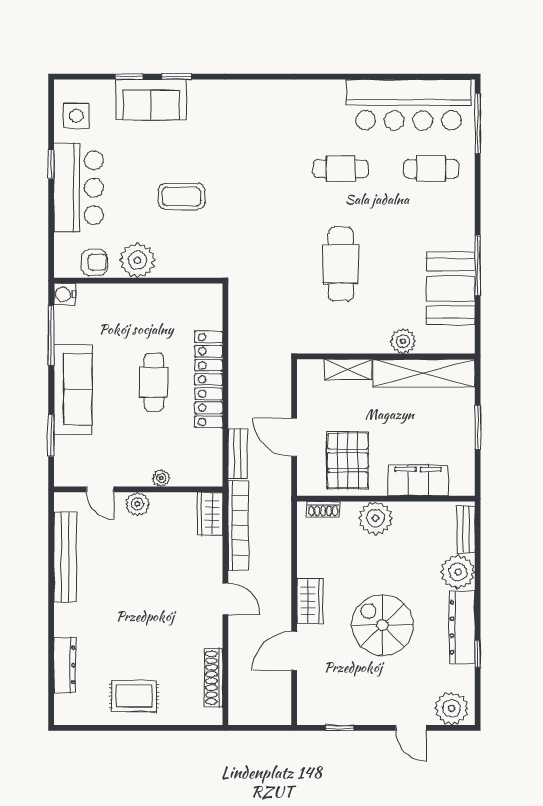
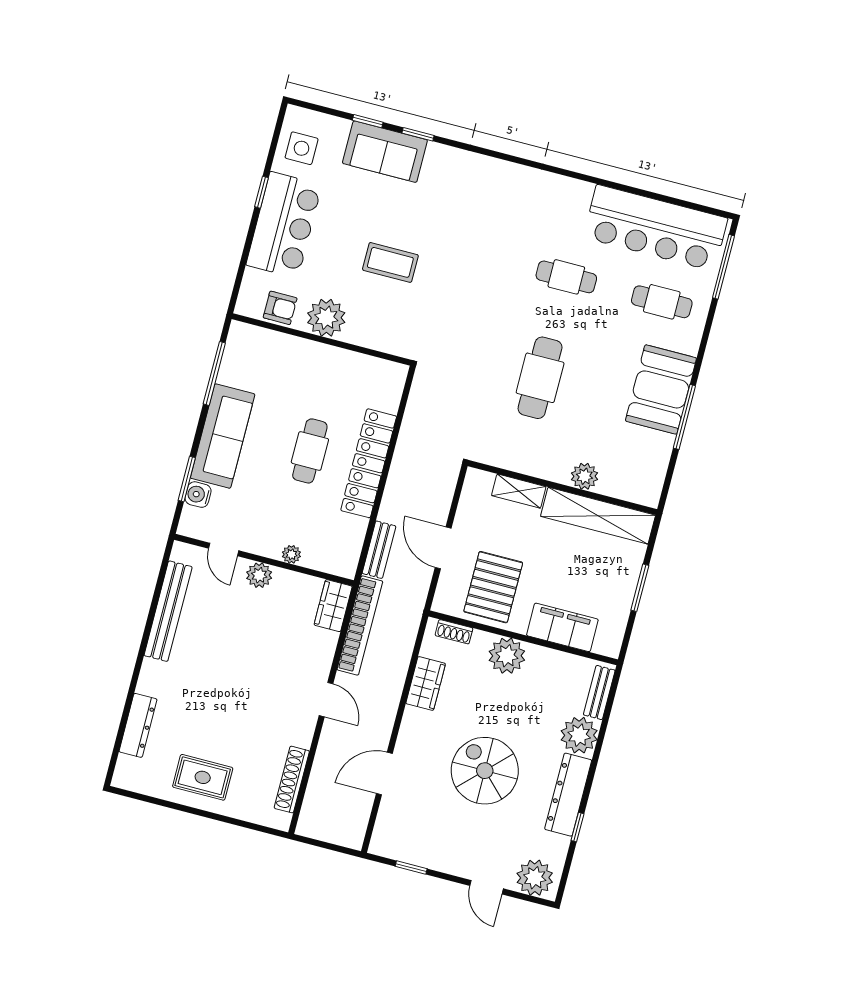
booth: (451, 288) -> (661, 389), moved
water cooler: (65, 294) -> (198, 495), moved
wardrobe: (310, 601) -> (426, 683), moved

